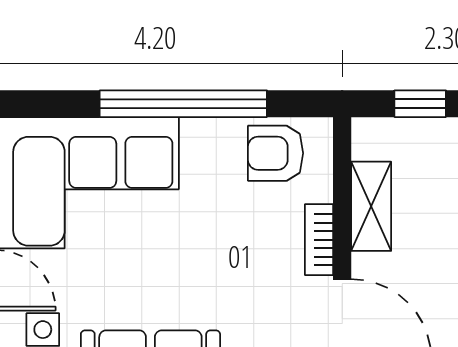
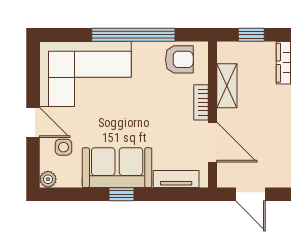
armchair: (276, 153) -> (179, 59), turned 180

